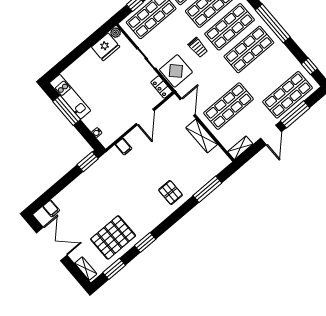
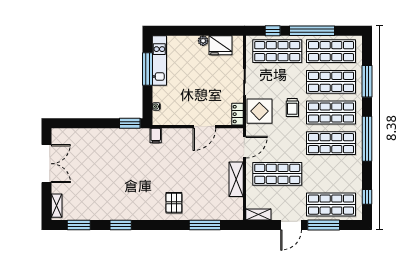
plant: (116, 33) -> (203, 41), moved
filing cabinet: (124, 147) -> (156, 135), moved
filing cabinet: (51, 208) -> (70, 135), removed
pallet: (113, 237) -> (99, 200), removed

